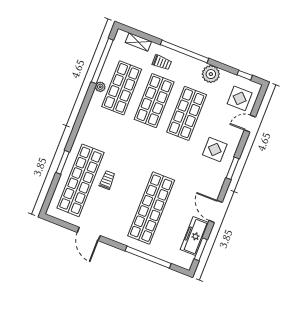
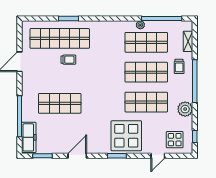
door: (250, 124) -> (158, 156), swing flipped
display table: (215, 149) -> (126, 136), width x1.86, depth x1.86
shop shelf: (151, 208) -> (60, 103), width x0.71
freezer: (194, 236) -> (29, 137), moved, turned 90

